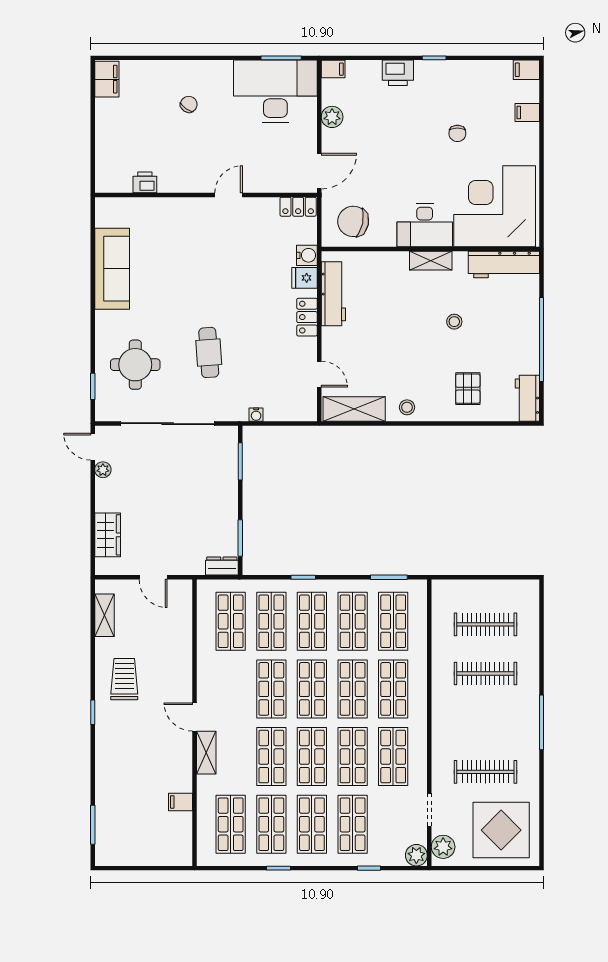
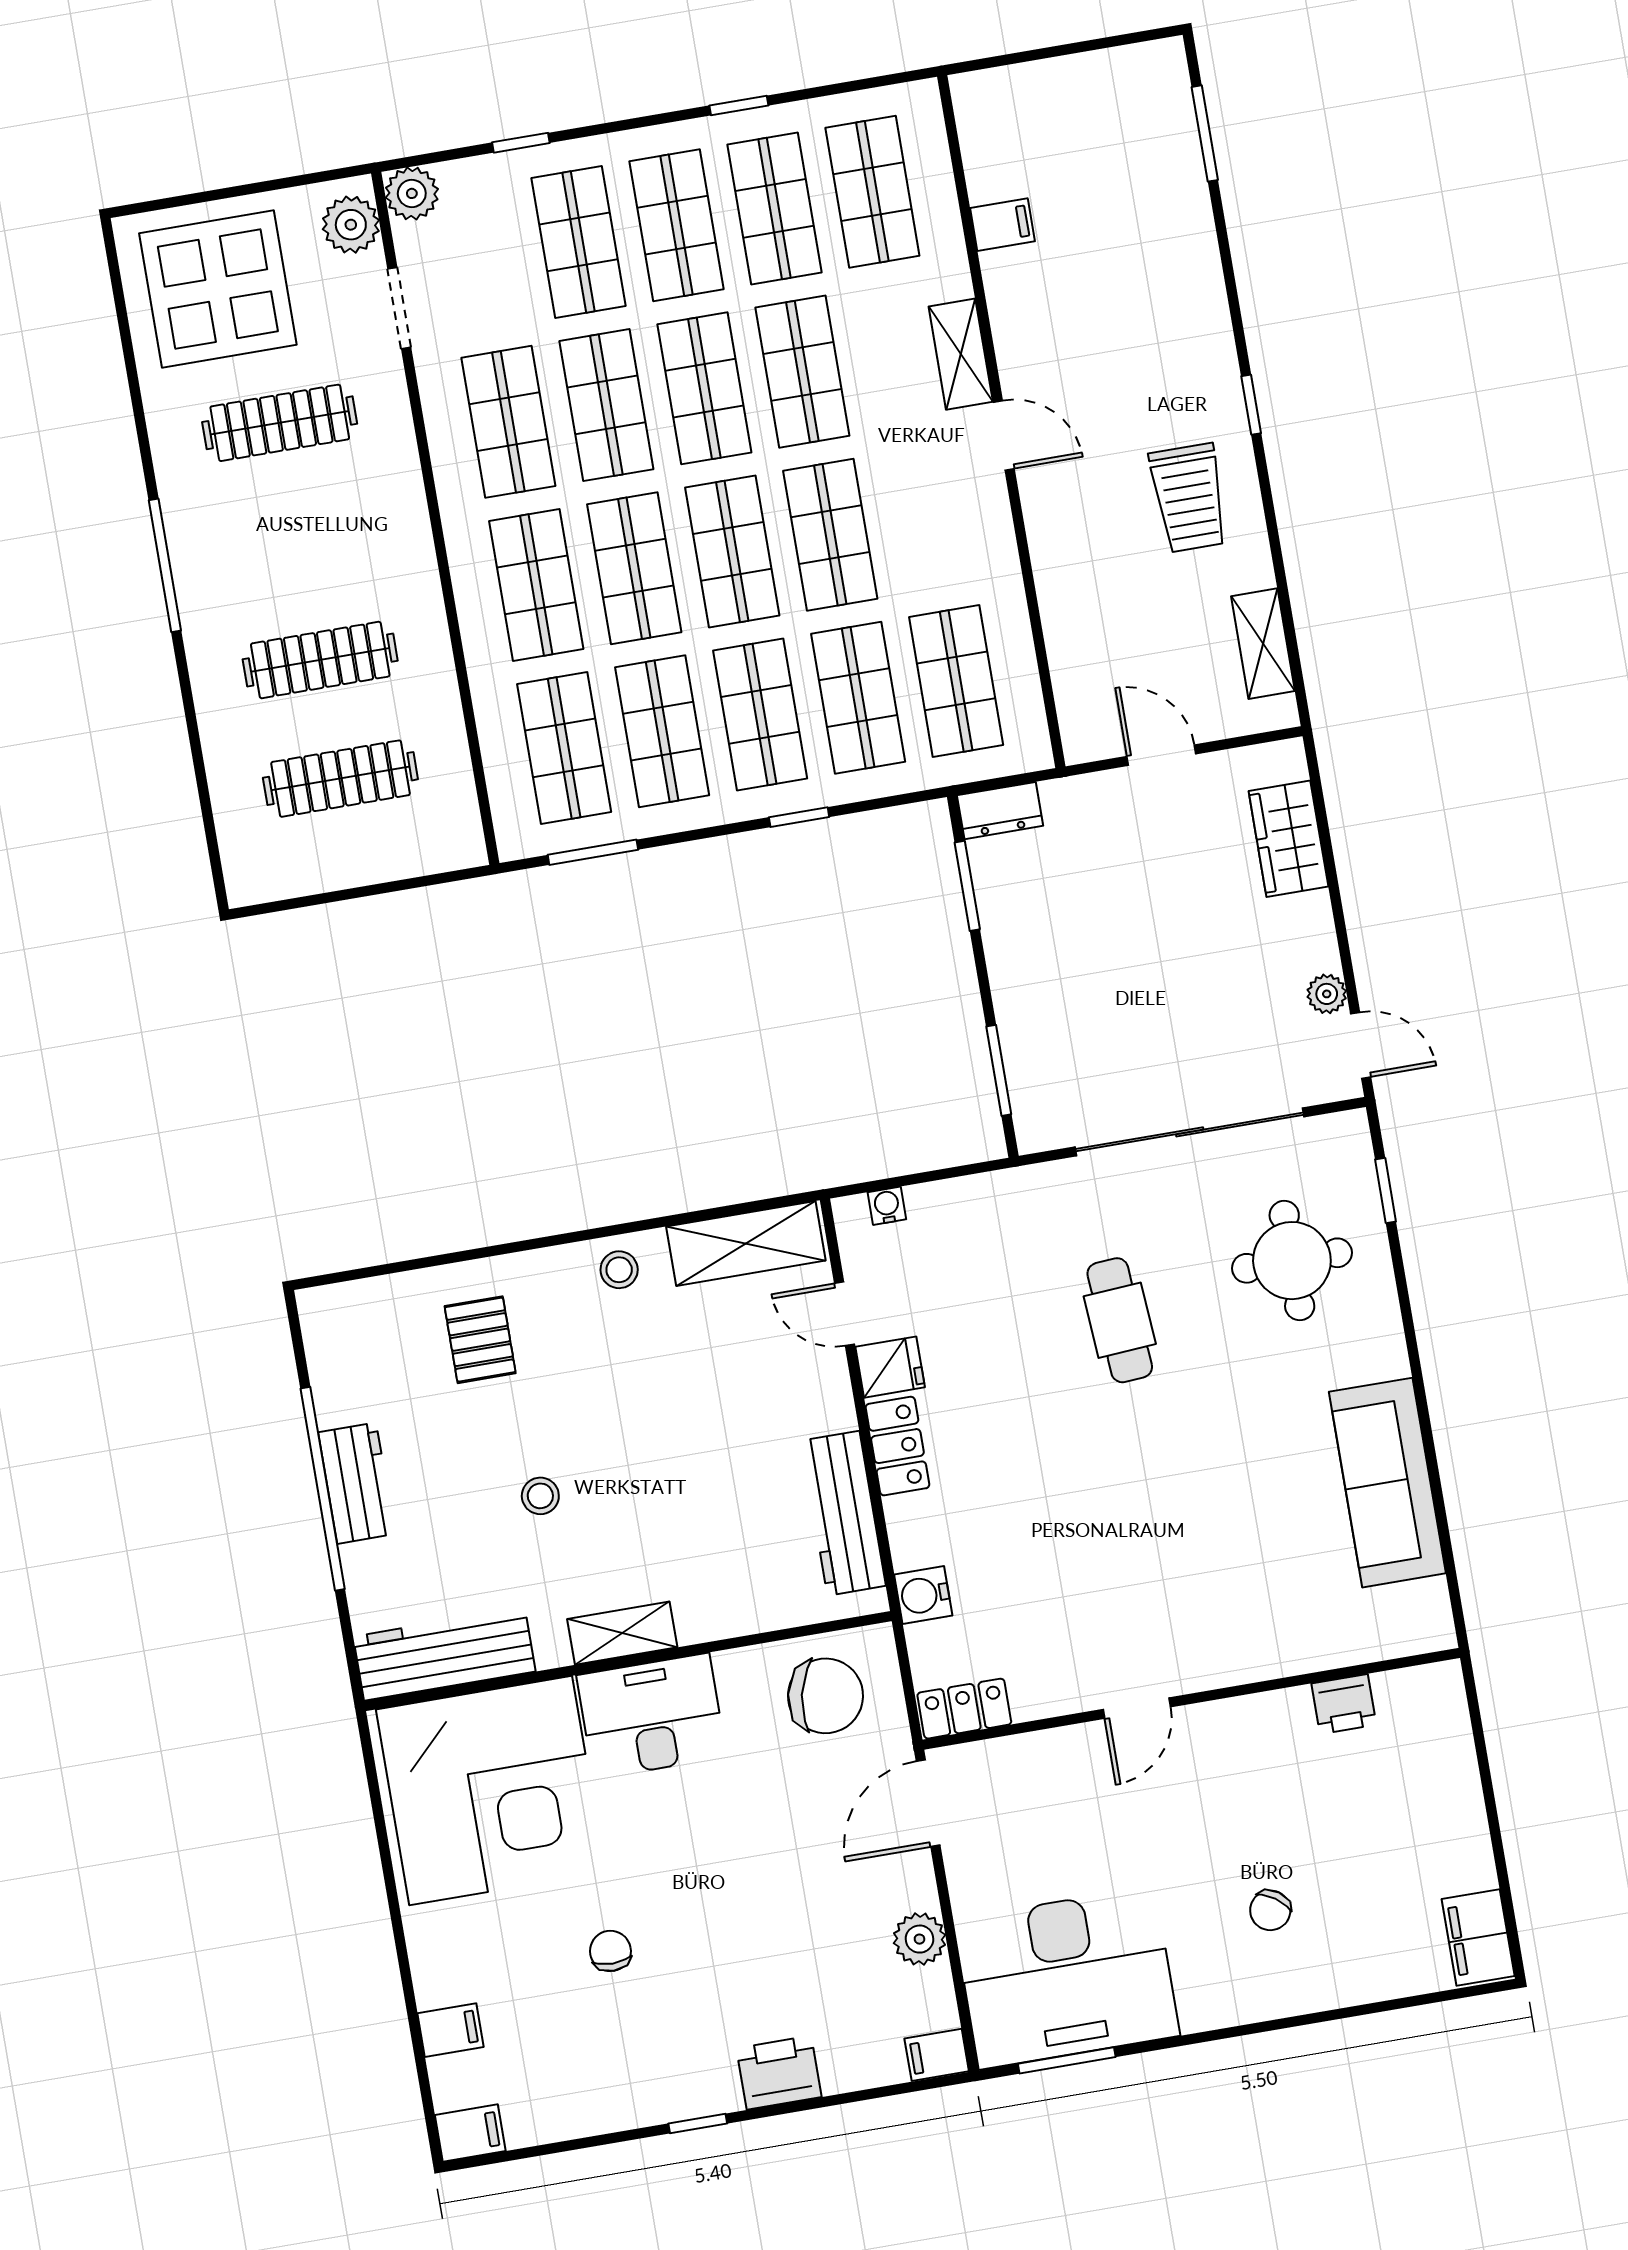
fridge: (305, 278) -> (890, 1367), moved
workbench: (527, 398) -> (357, 1483), moved
water cooler: (256, 415) -> (887, 1206), moved

